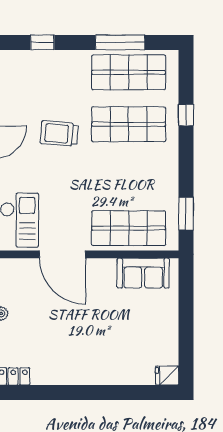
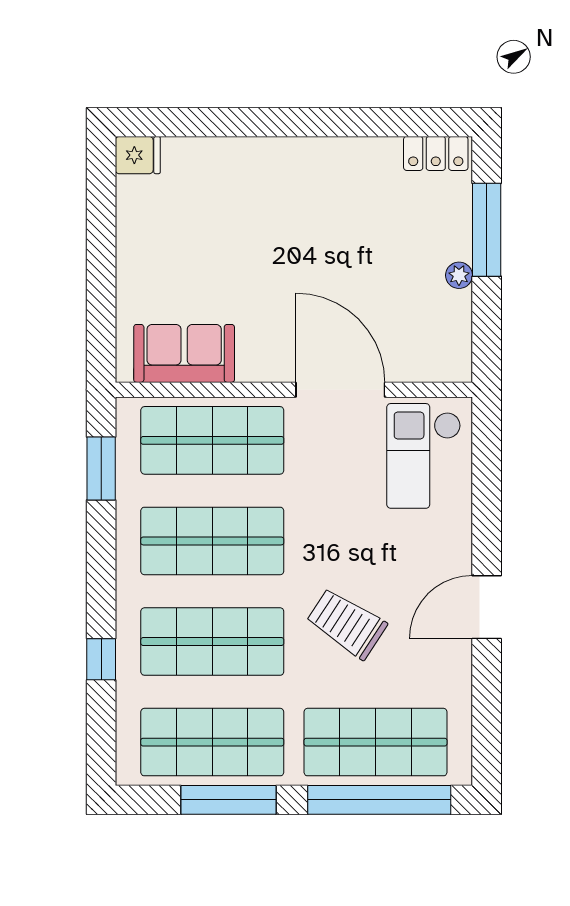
window: (42, 42) -> (379, 800), width x3.17
shop shelf: (44, 72) -> (375, 742), added
trolley: (59, 134) -> (347, 623), turned -152
shop shelf: (129, 176) -> (212, 541), added

